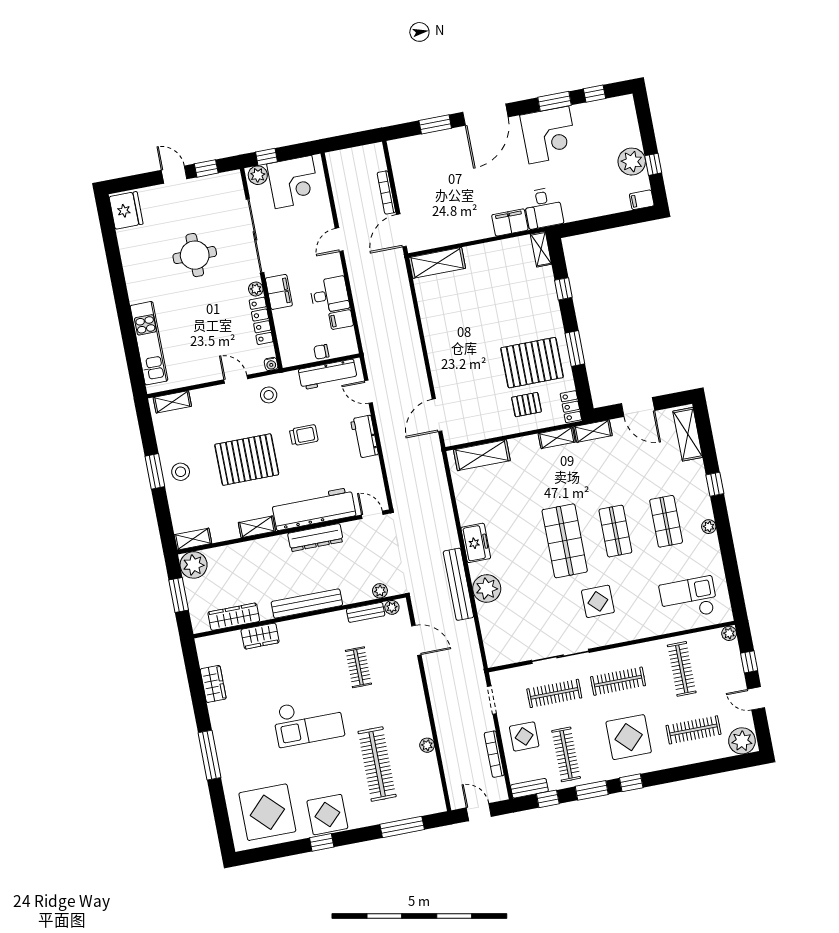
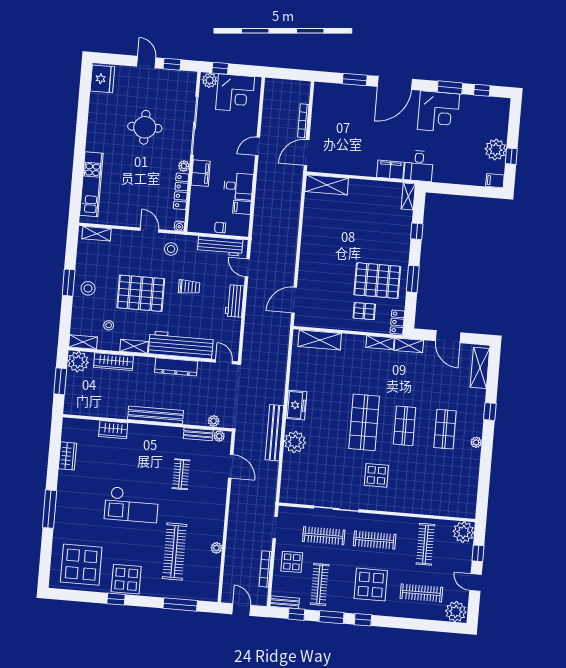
stool: (219, 510) -> (109, 325), added
checkout: (689, 599) -> (446, 493), removed
wardrobe: (234, 617) -> (114, 362), moved, turned 180
plant: (729, 633) -> (463, 532), width x1.88, depth x1.88

